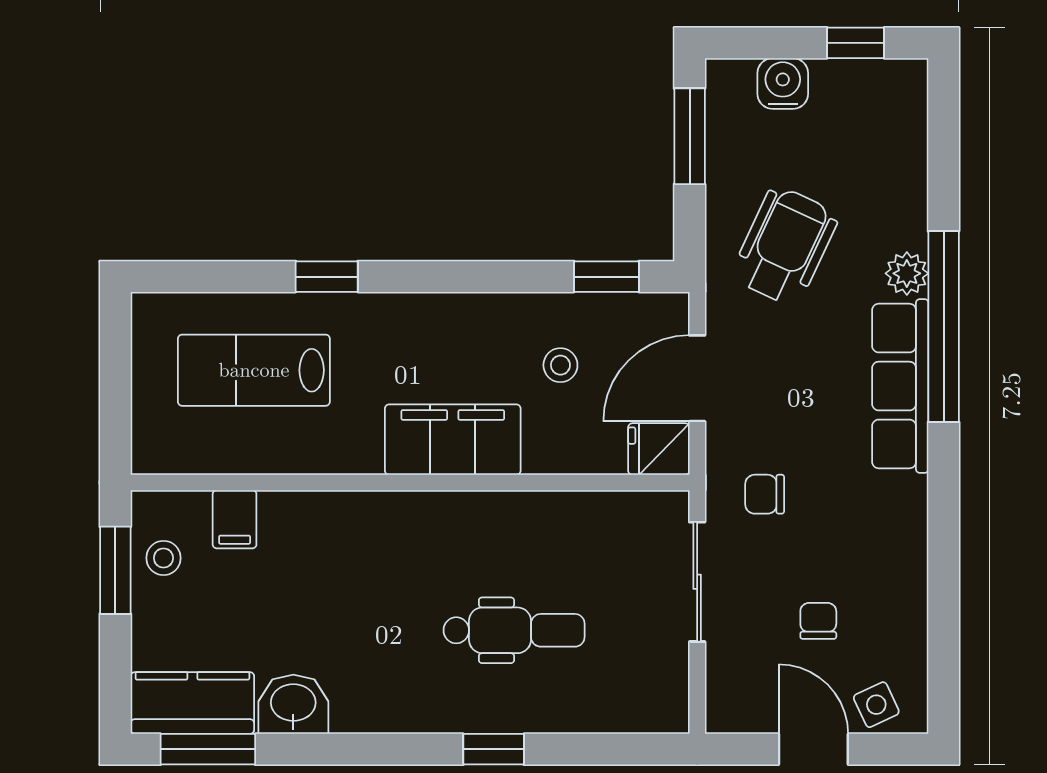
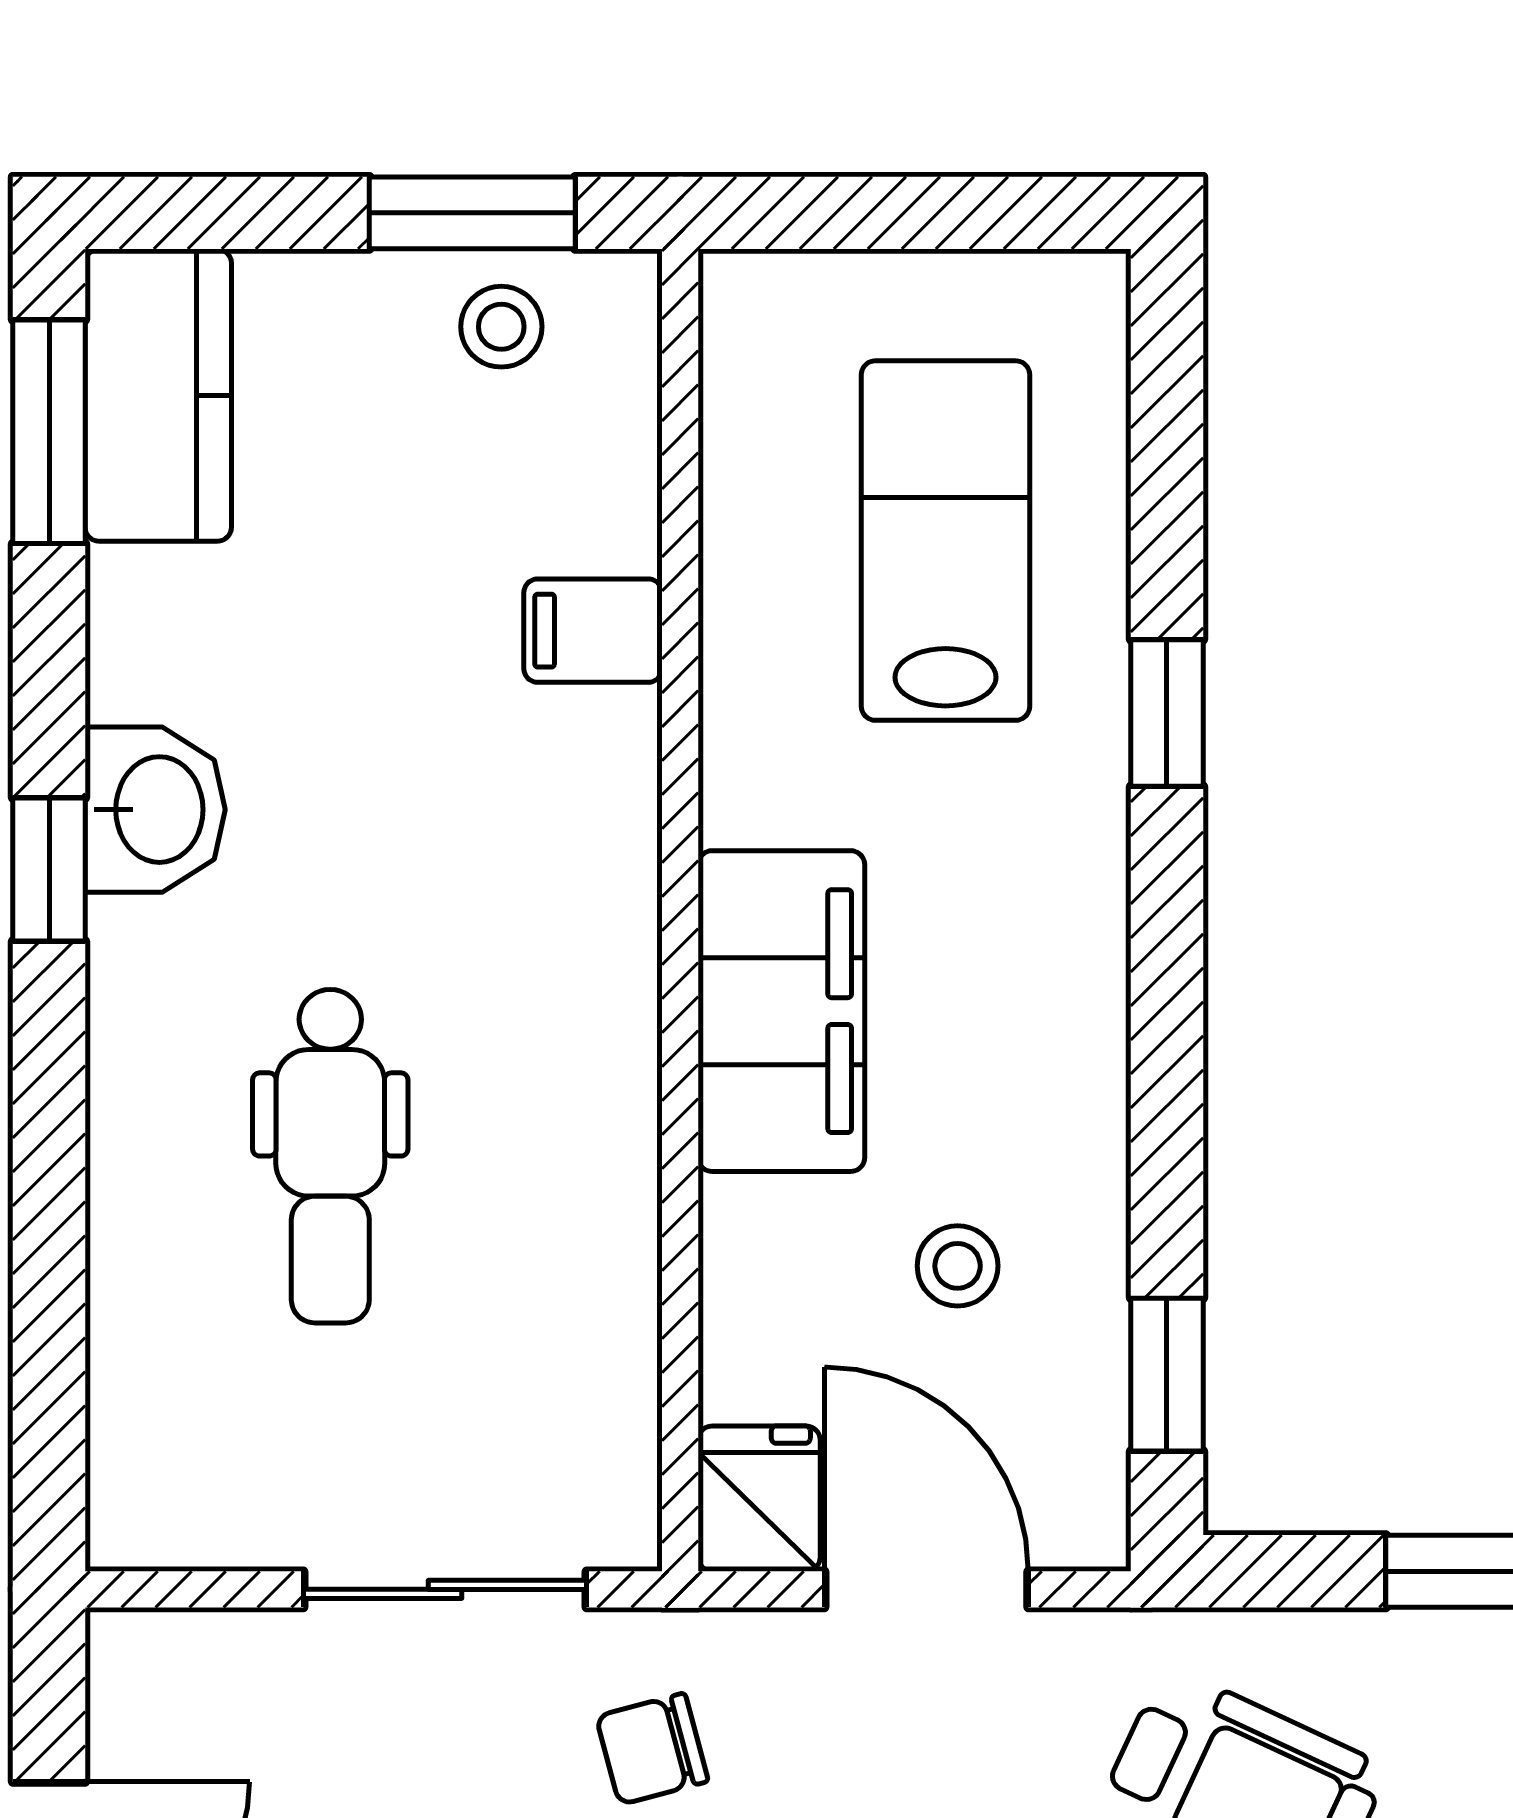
chair: (765, 494) -> (652, 1749), turned -105
filing cabinet: (235, 519) -> (593, 631), moved
washbasin: (293, 704) -> (155, 810), moved
window: (494, 749) -> (49, 869), moved

